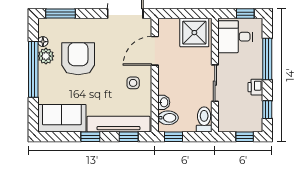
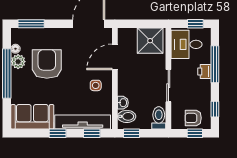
printer: (255, 87) -> (204, 71), moved
armchair: (243, 120) -> (193, 118), added

